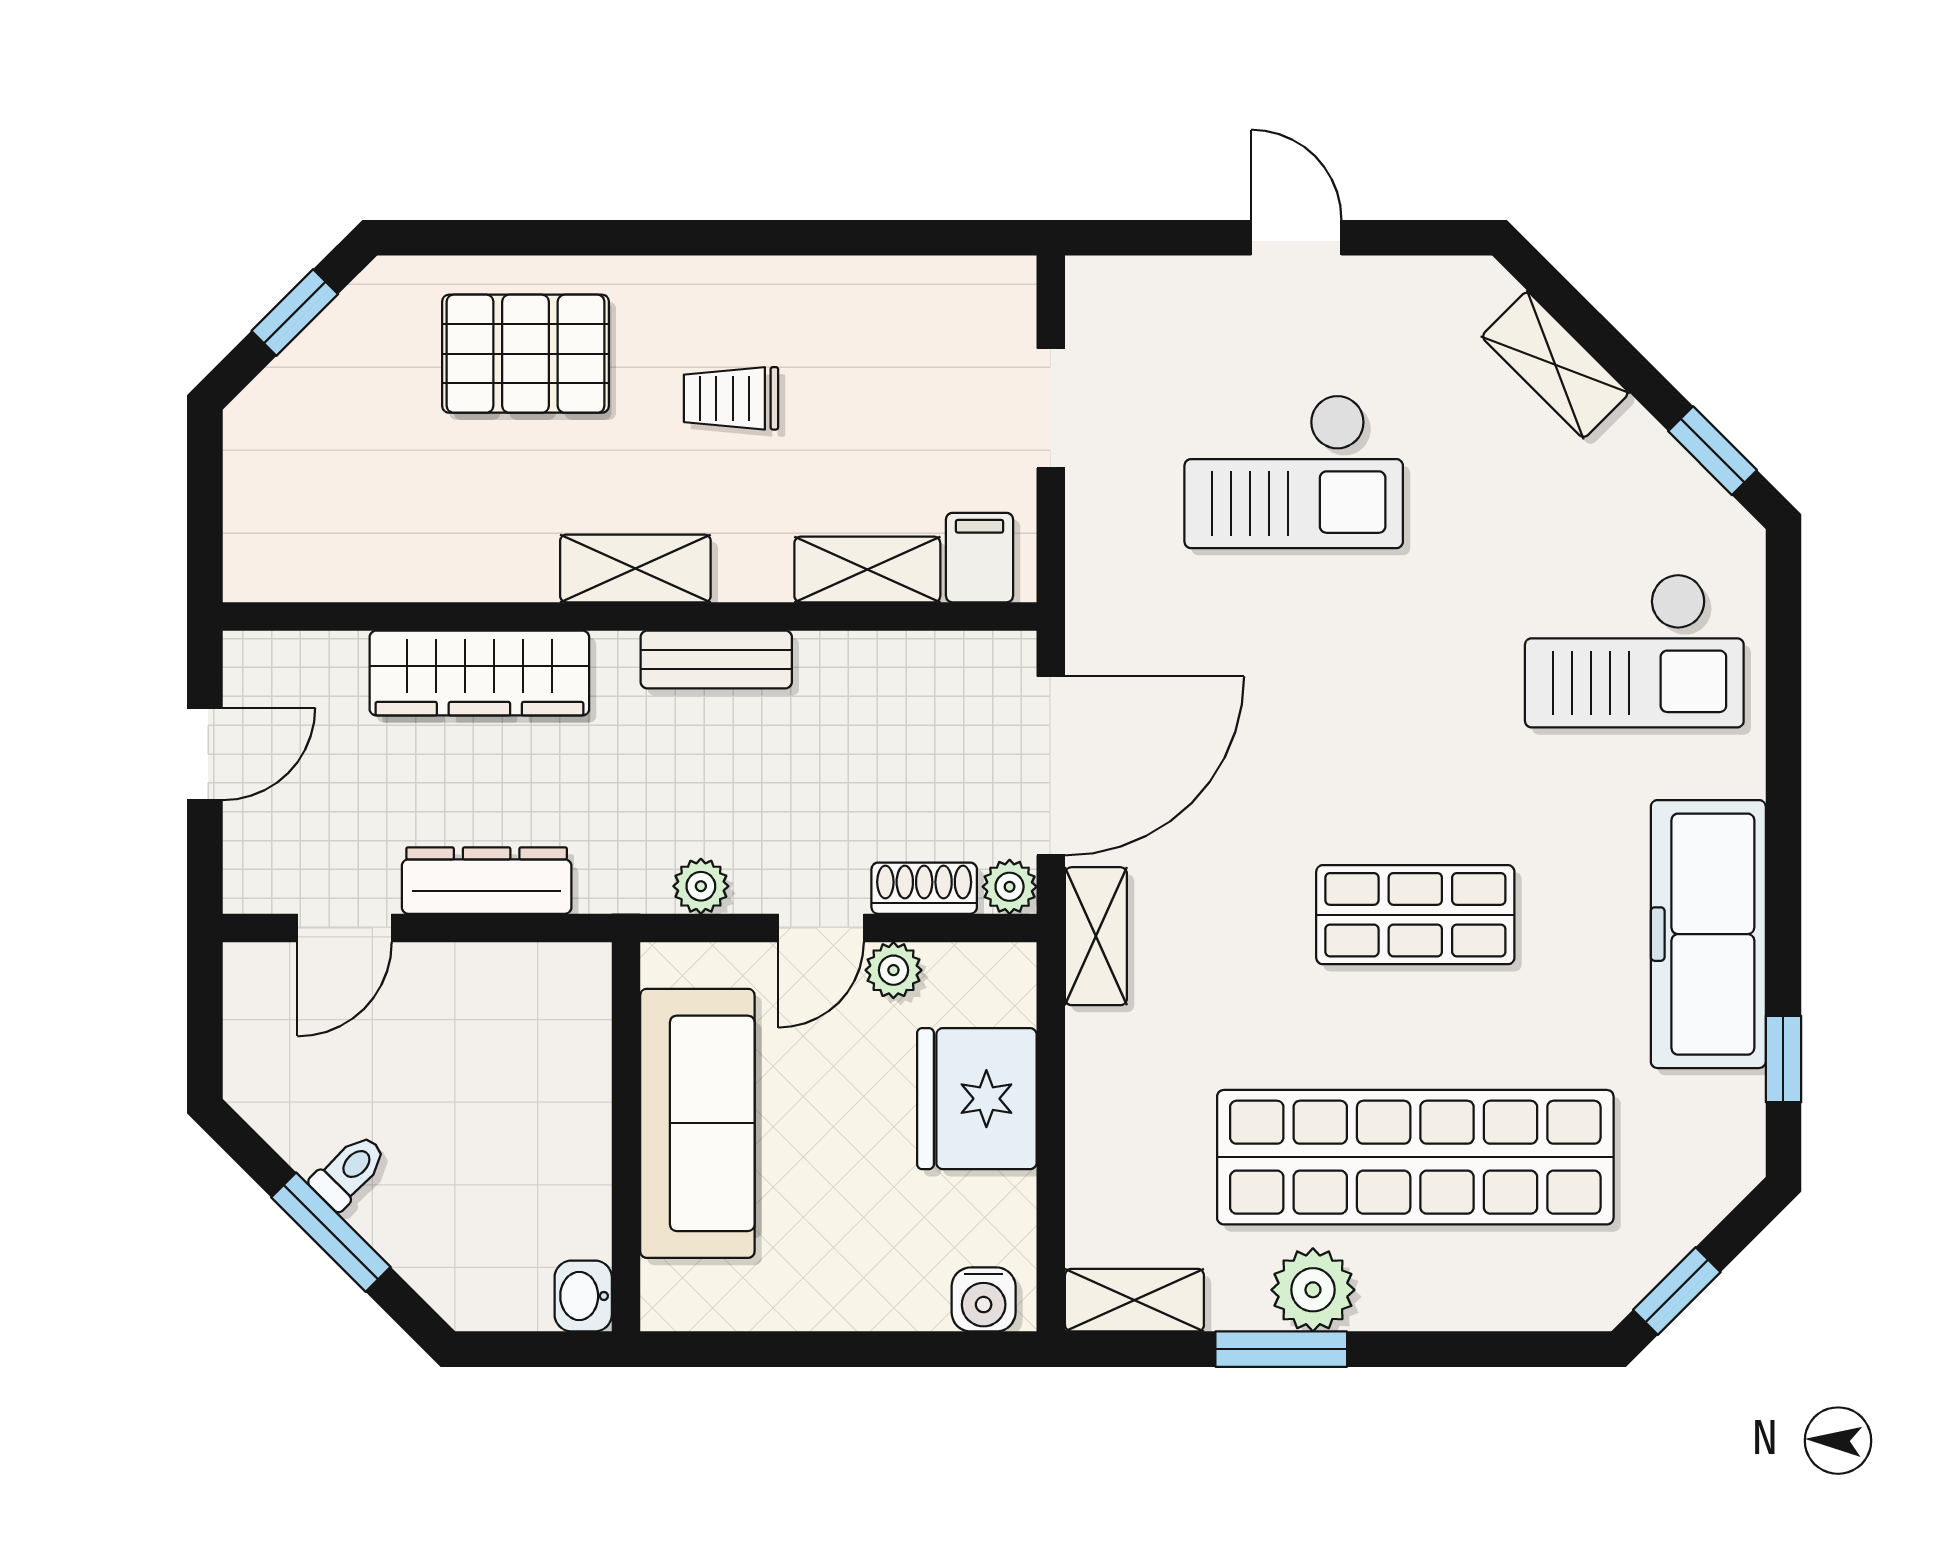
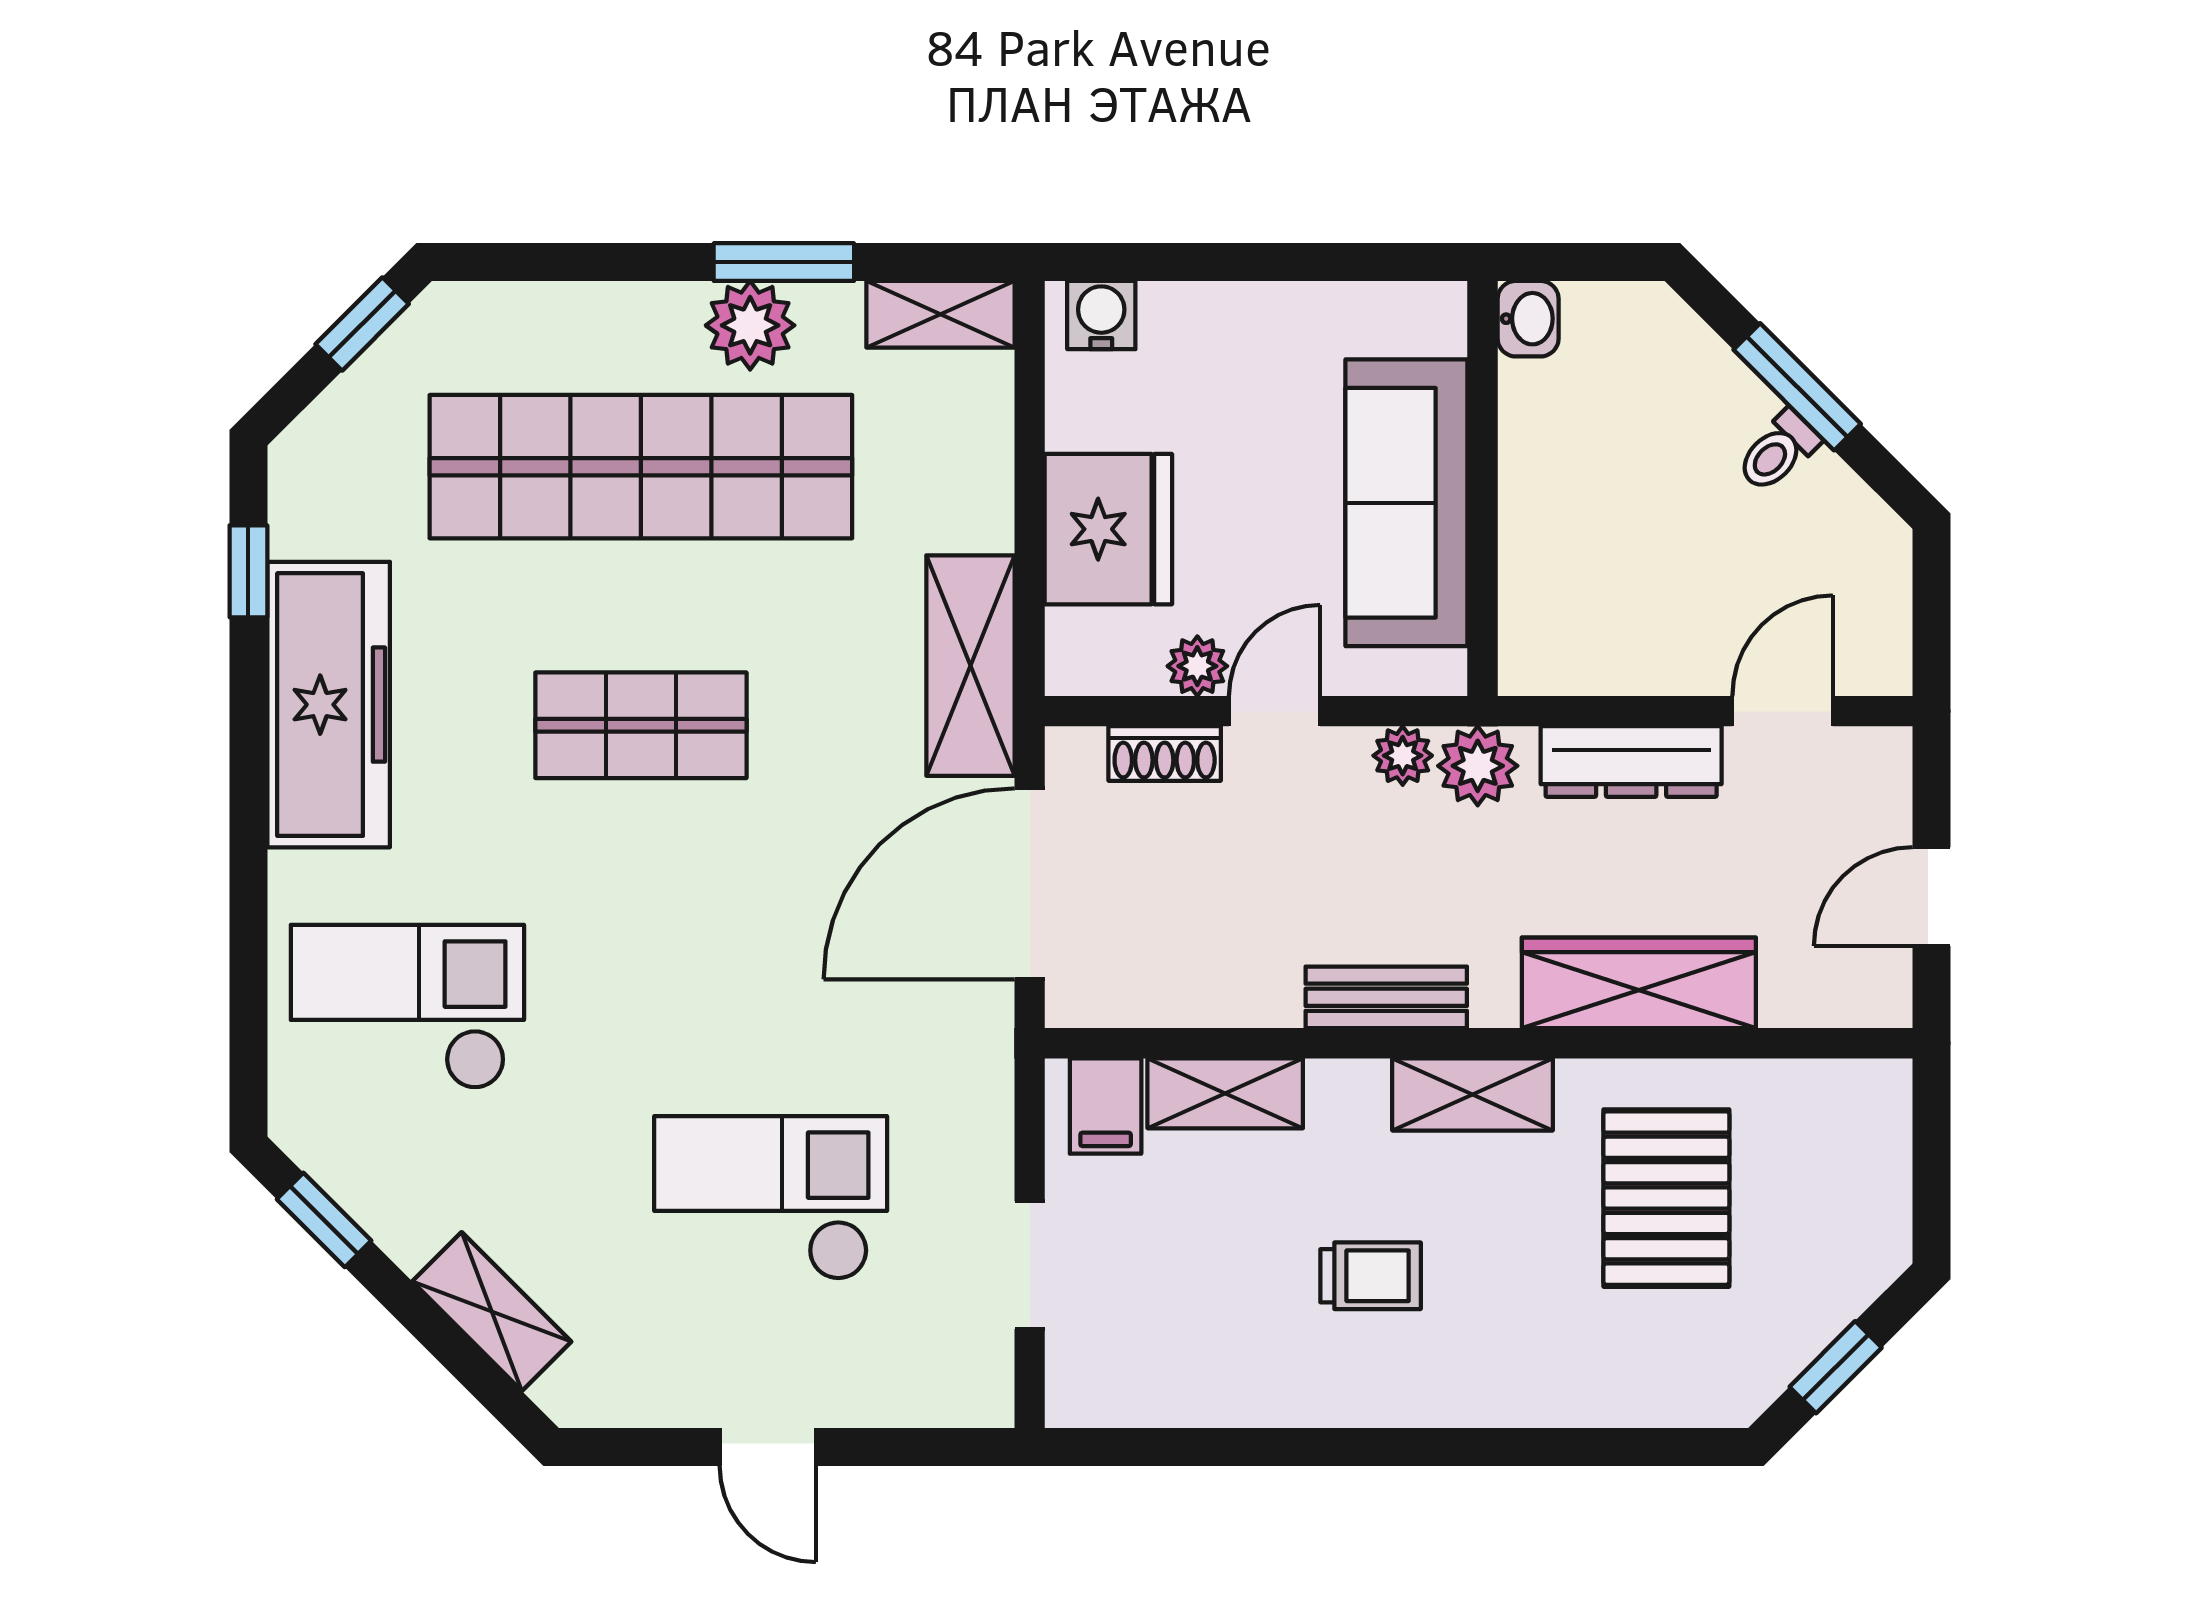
pallet: (526, 354) -> (1666, 1198), moved, turned 90
plant: (1010, 887) -> (1478, 766), moved, width x1.38, depth x1.38
shelving: (1096, 936) -> (970, 666), width x1.50, depth x1.33

